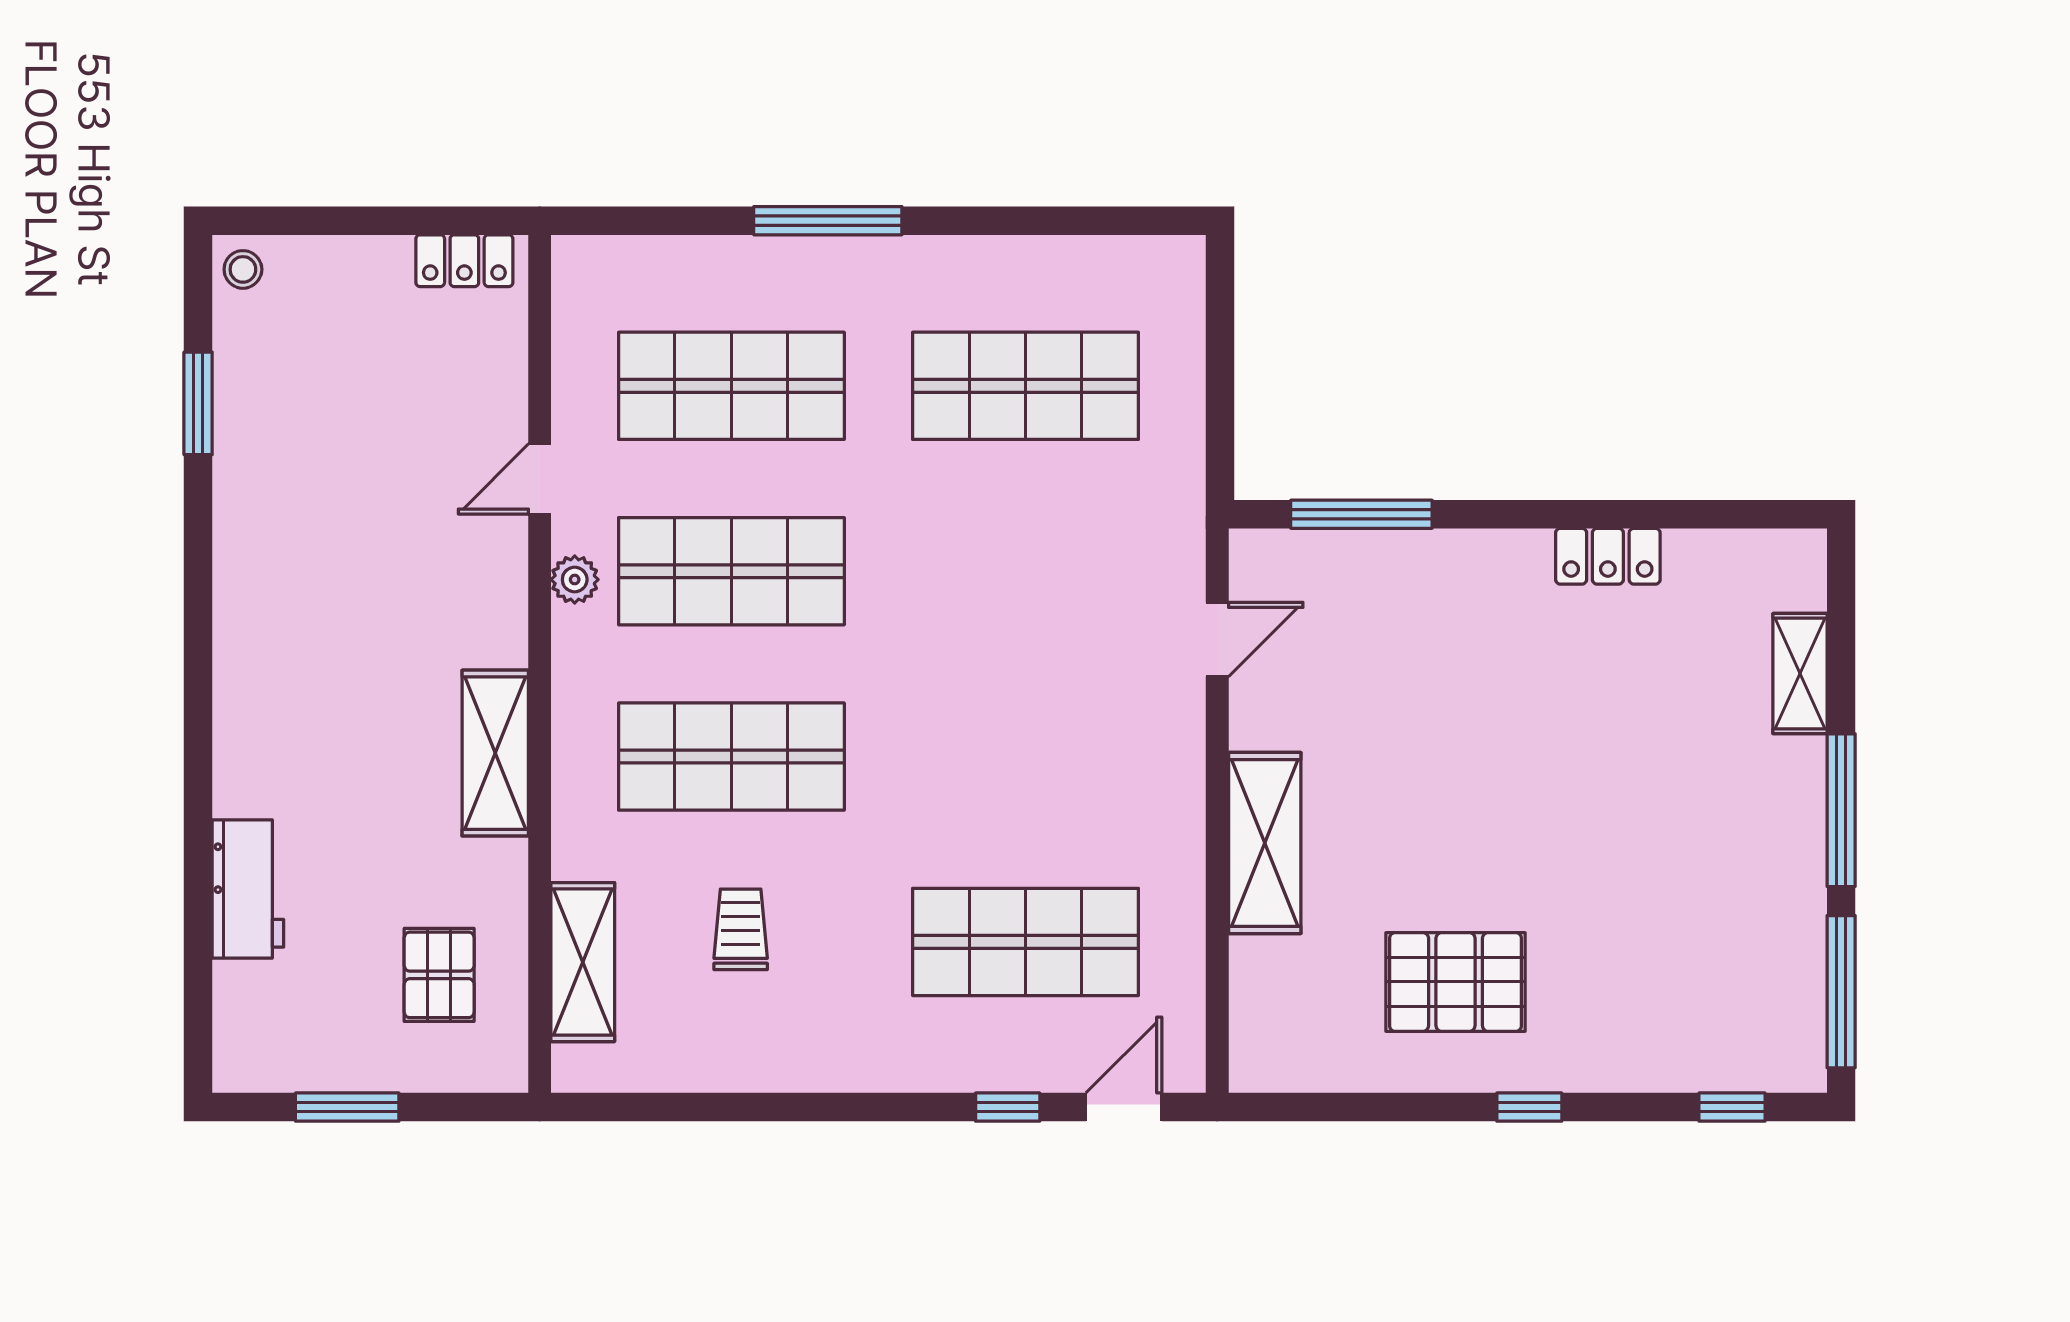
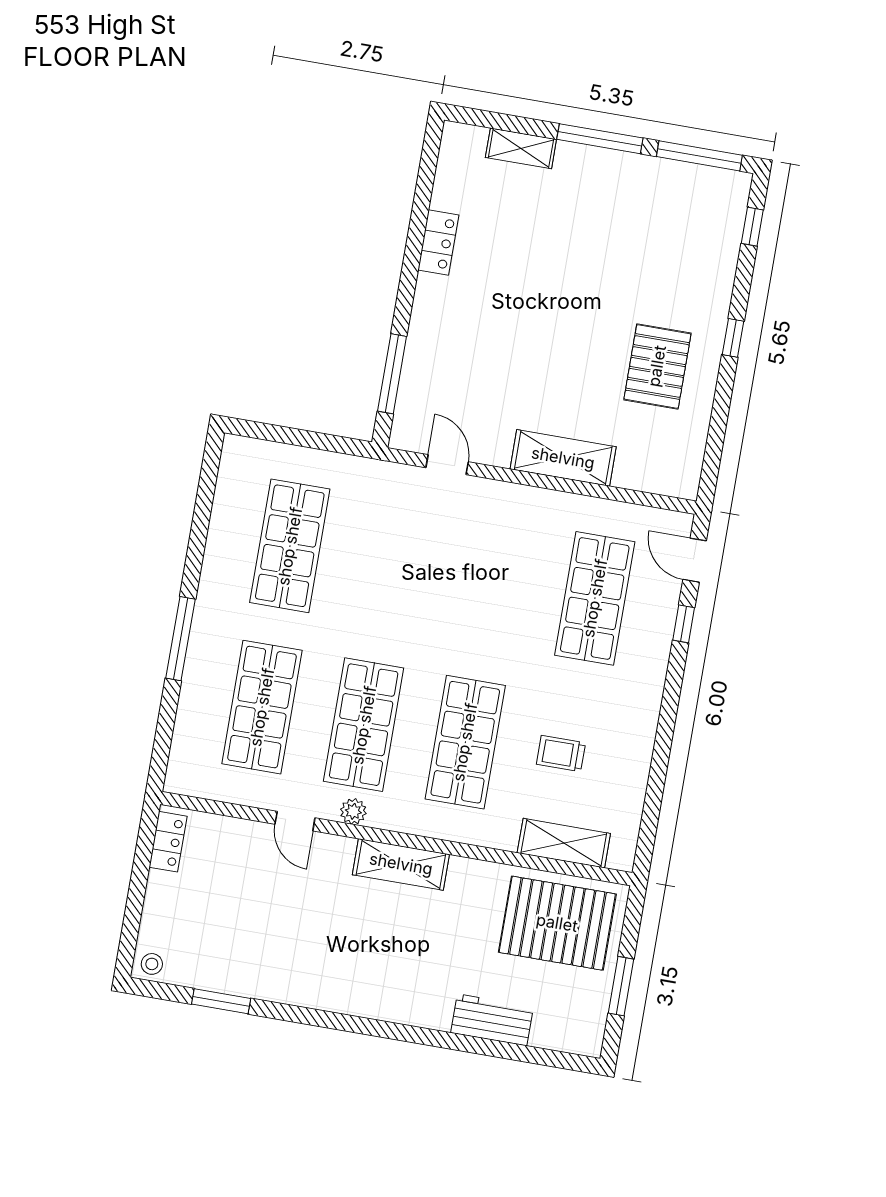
shelving: (495, 753) -> (401, 864), moved
pallet: (439, 975) -> (557, 923), width x2.05, depth x2.00

